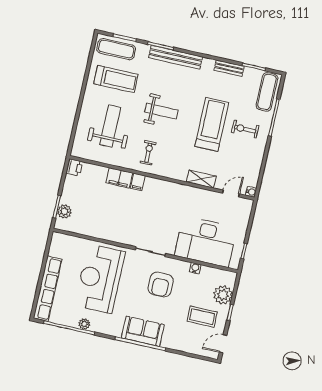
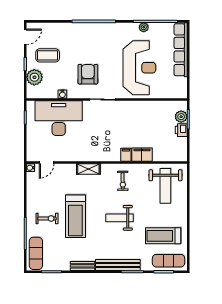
bench: (229, 68) -> (83, 266), moved
weight bench: (110, 126) -> (165, 186), moved
printer: (74, 167) -> (181, 130), moved
shelving: (201, 179) -> (88, 169), moved
sofa: (143, 331) -> (94, 32), removed

